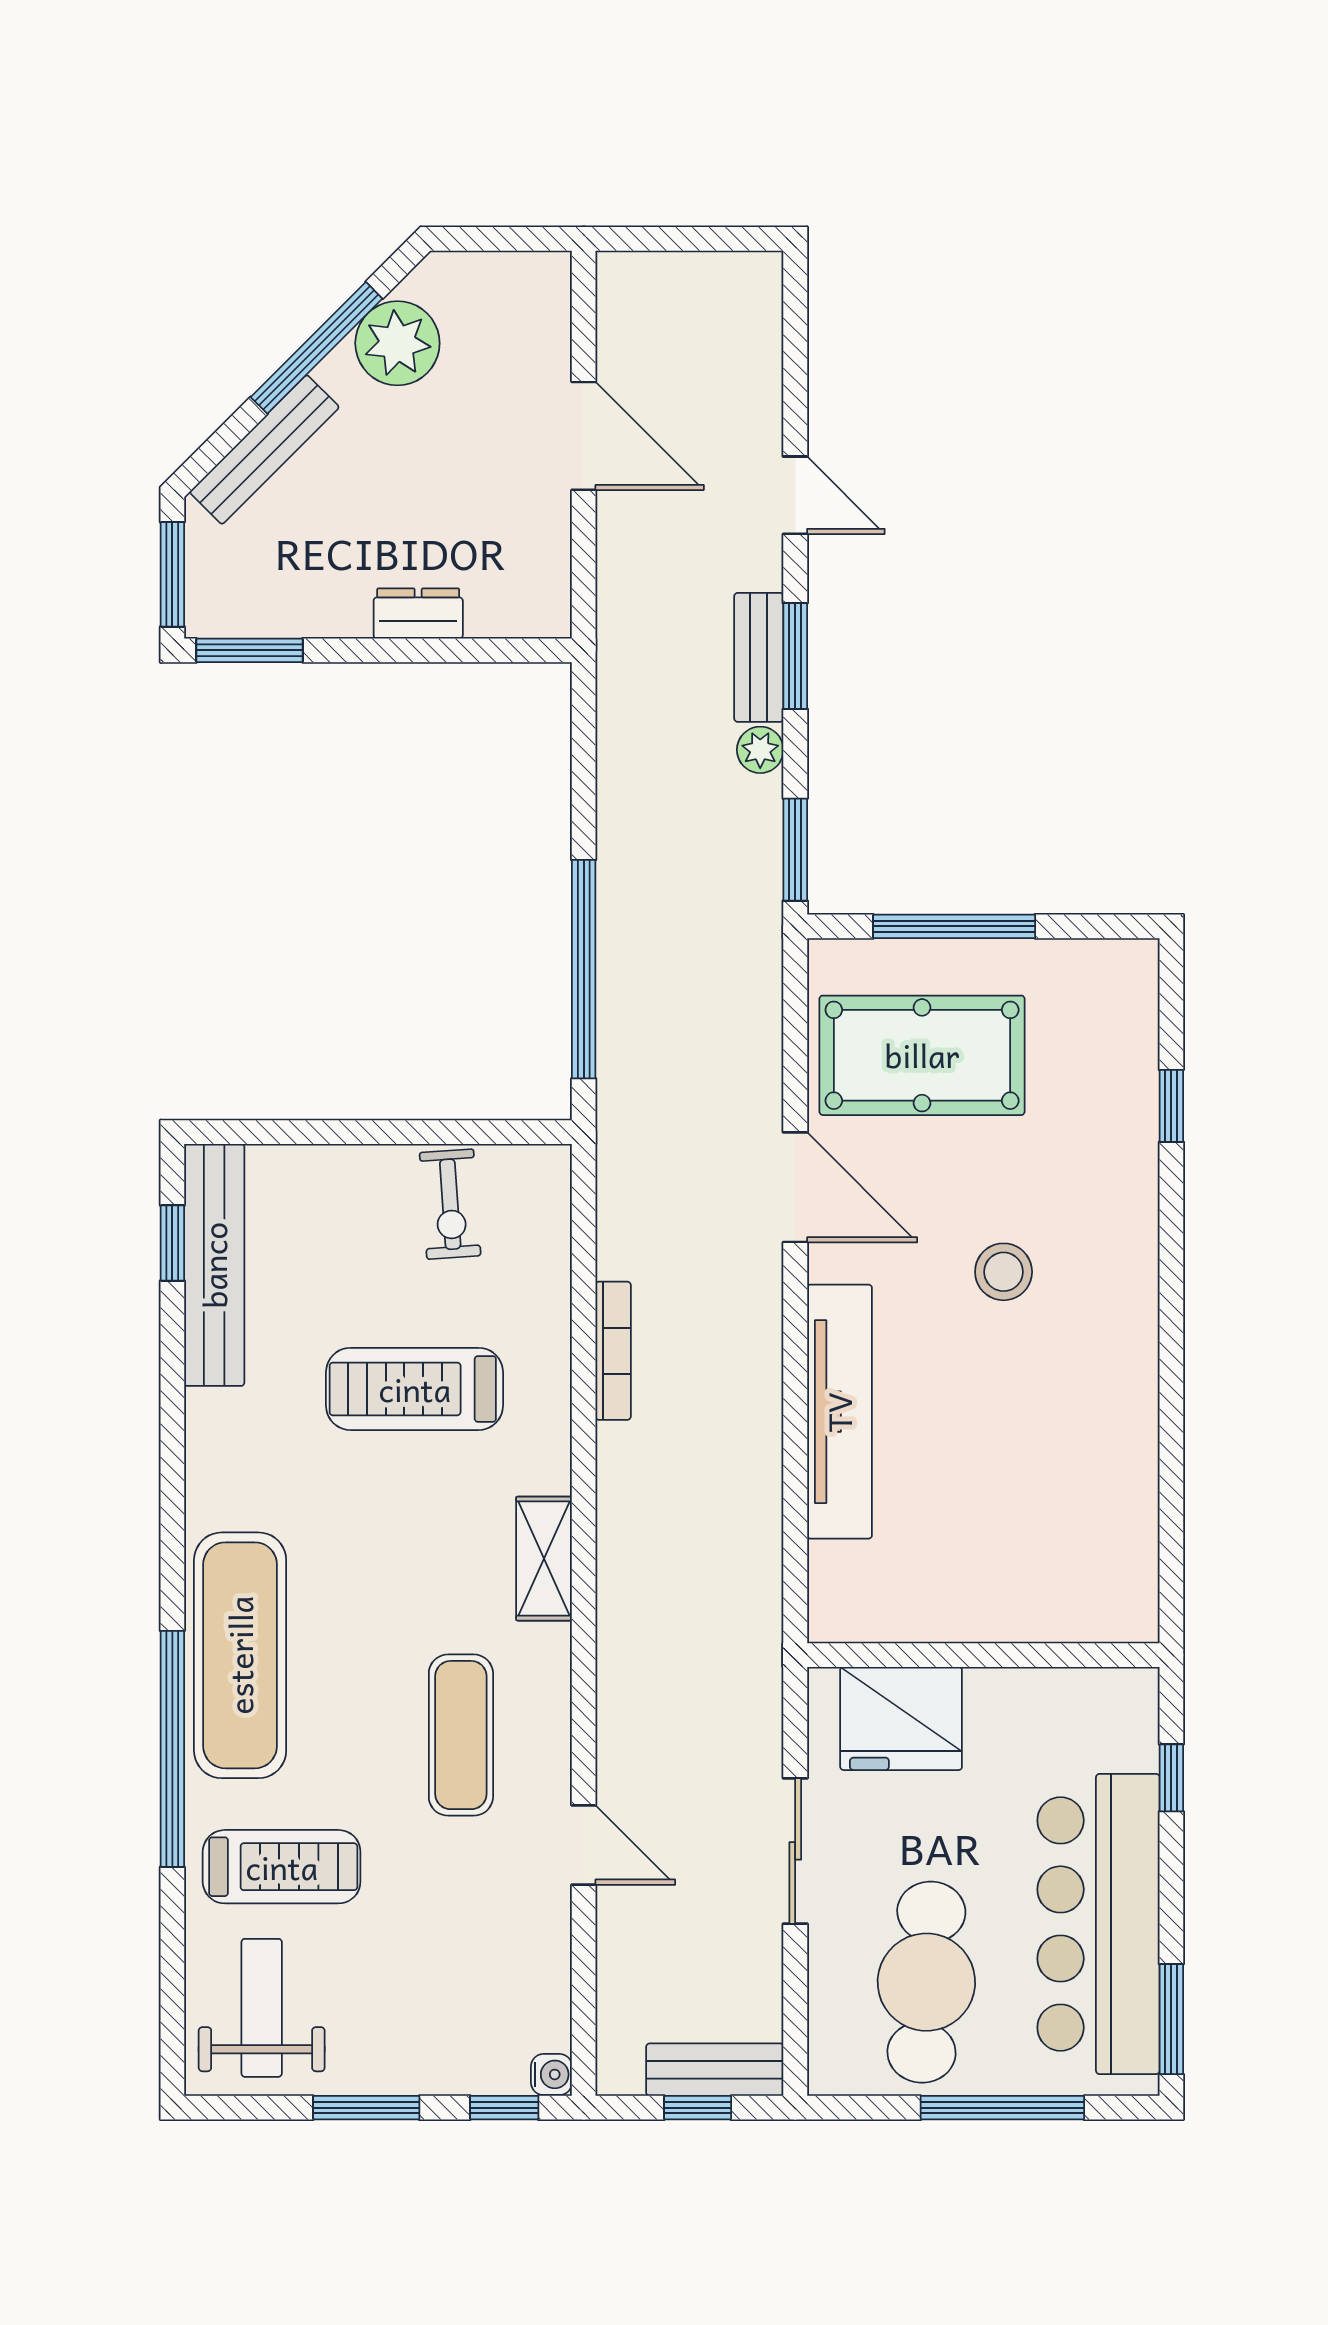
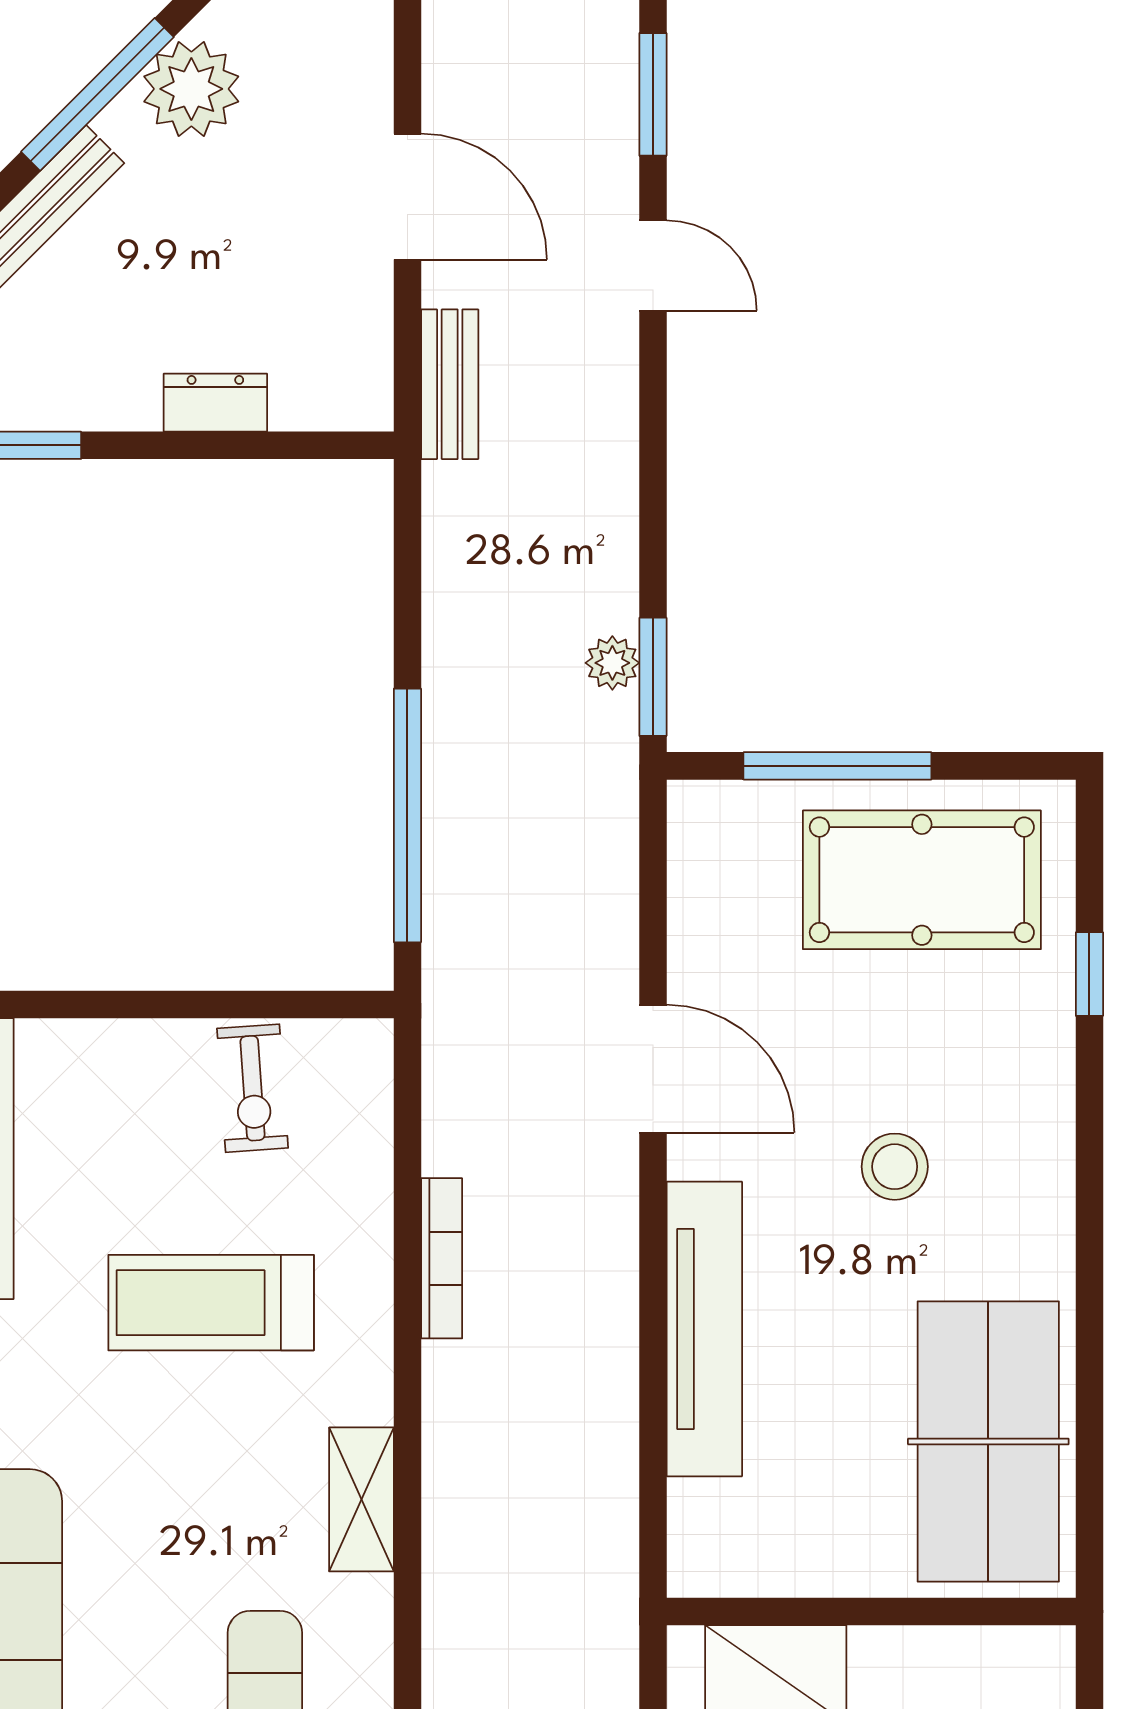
window: (795, 656) -> (653, 94), moved
bench: (759, 657) -> (450, 384), moved
plant: (760, 750) -> (612, 663), moved
pool table: (922, 1055) -> (922, 880), moved
table tennis table: (1084, 1509) -> (988, 1441), added

